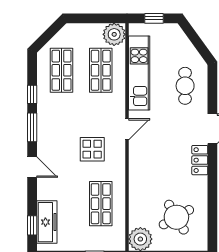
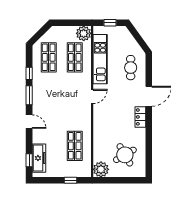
display table: (92, 149) -> (69, 110), removed

